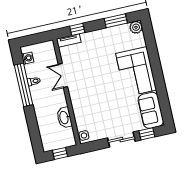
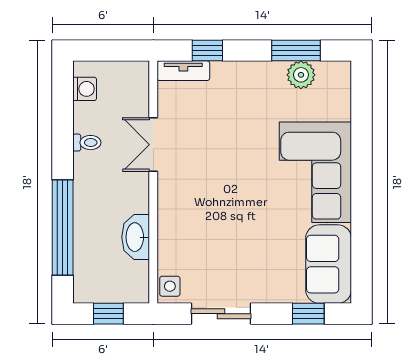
plant: (136, 27) -> (301, 75), moved
window: (24, 85) -> (63, 227), moved
sliding door: (121, 140) -> (221, 314), moved

